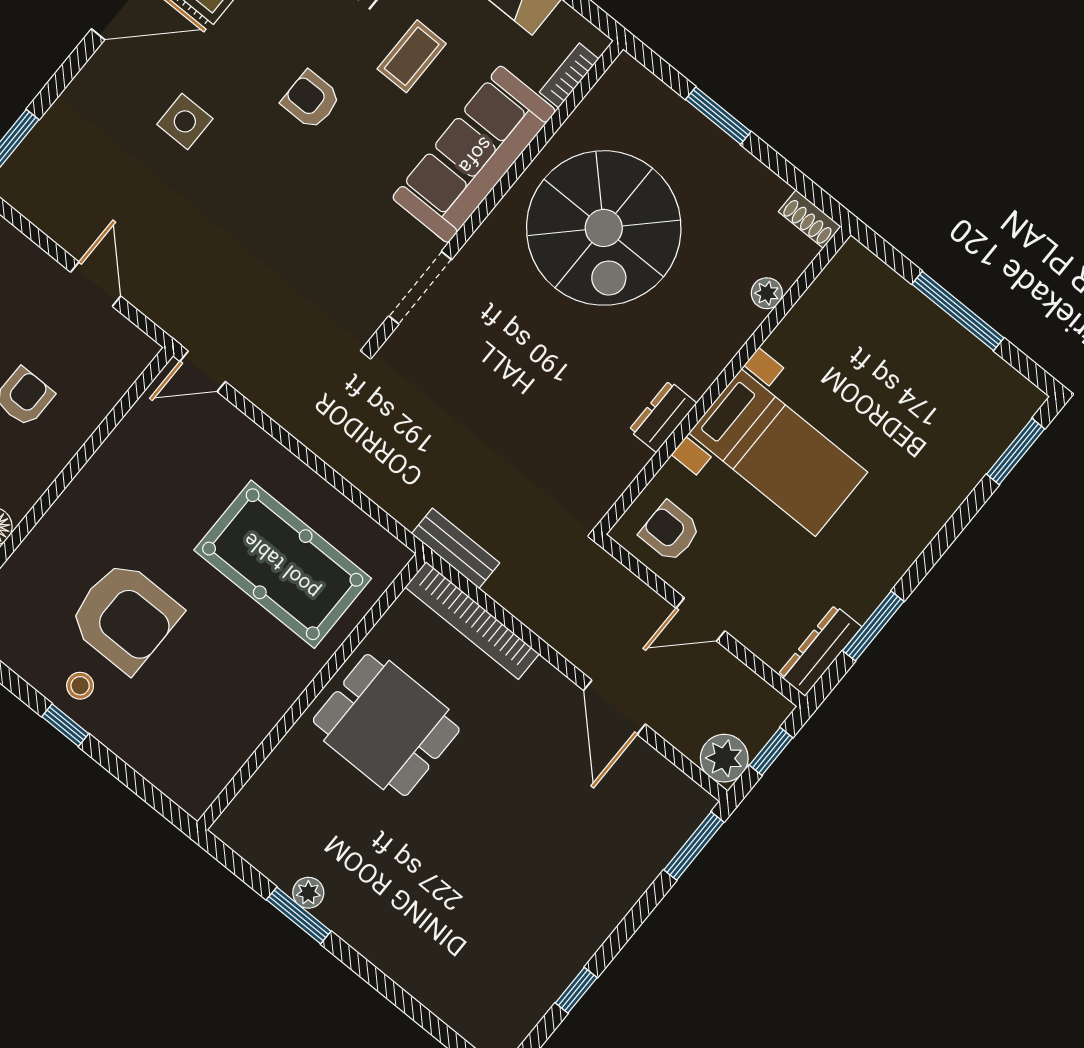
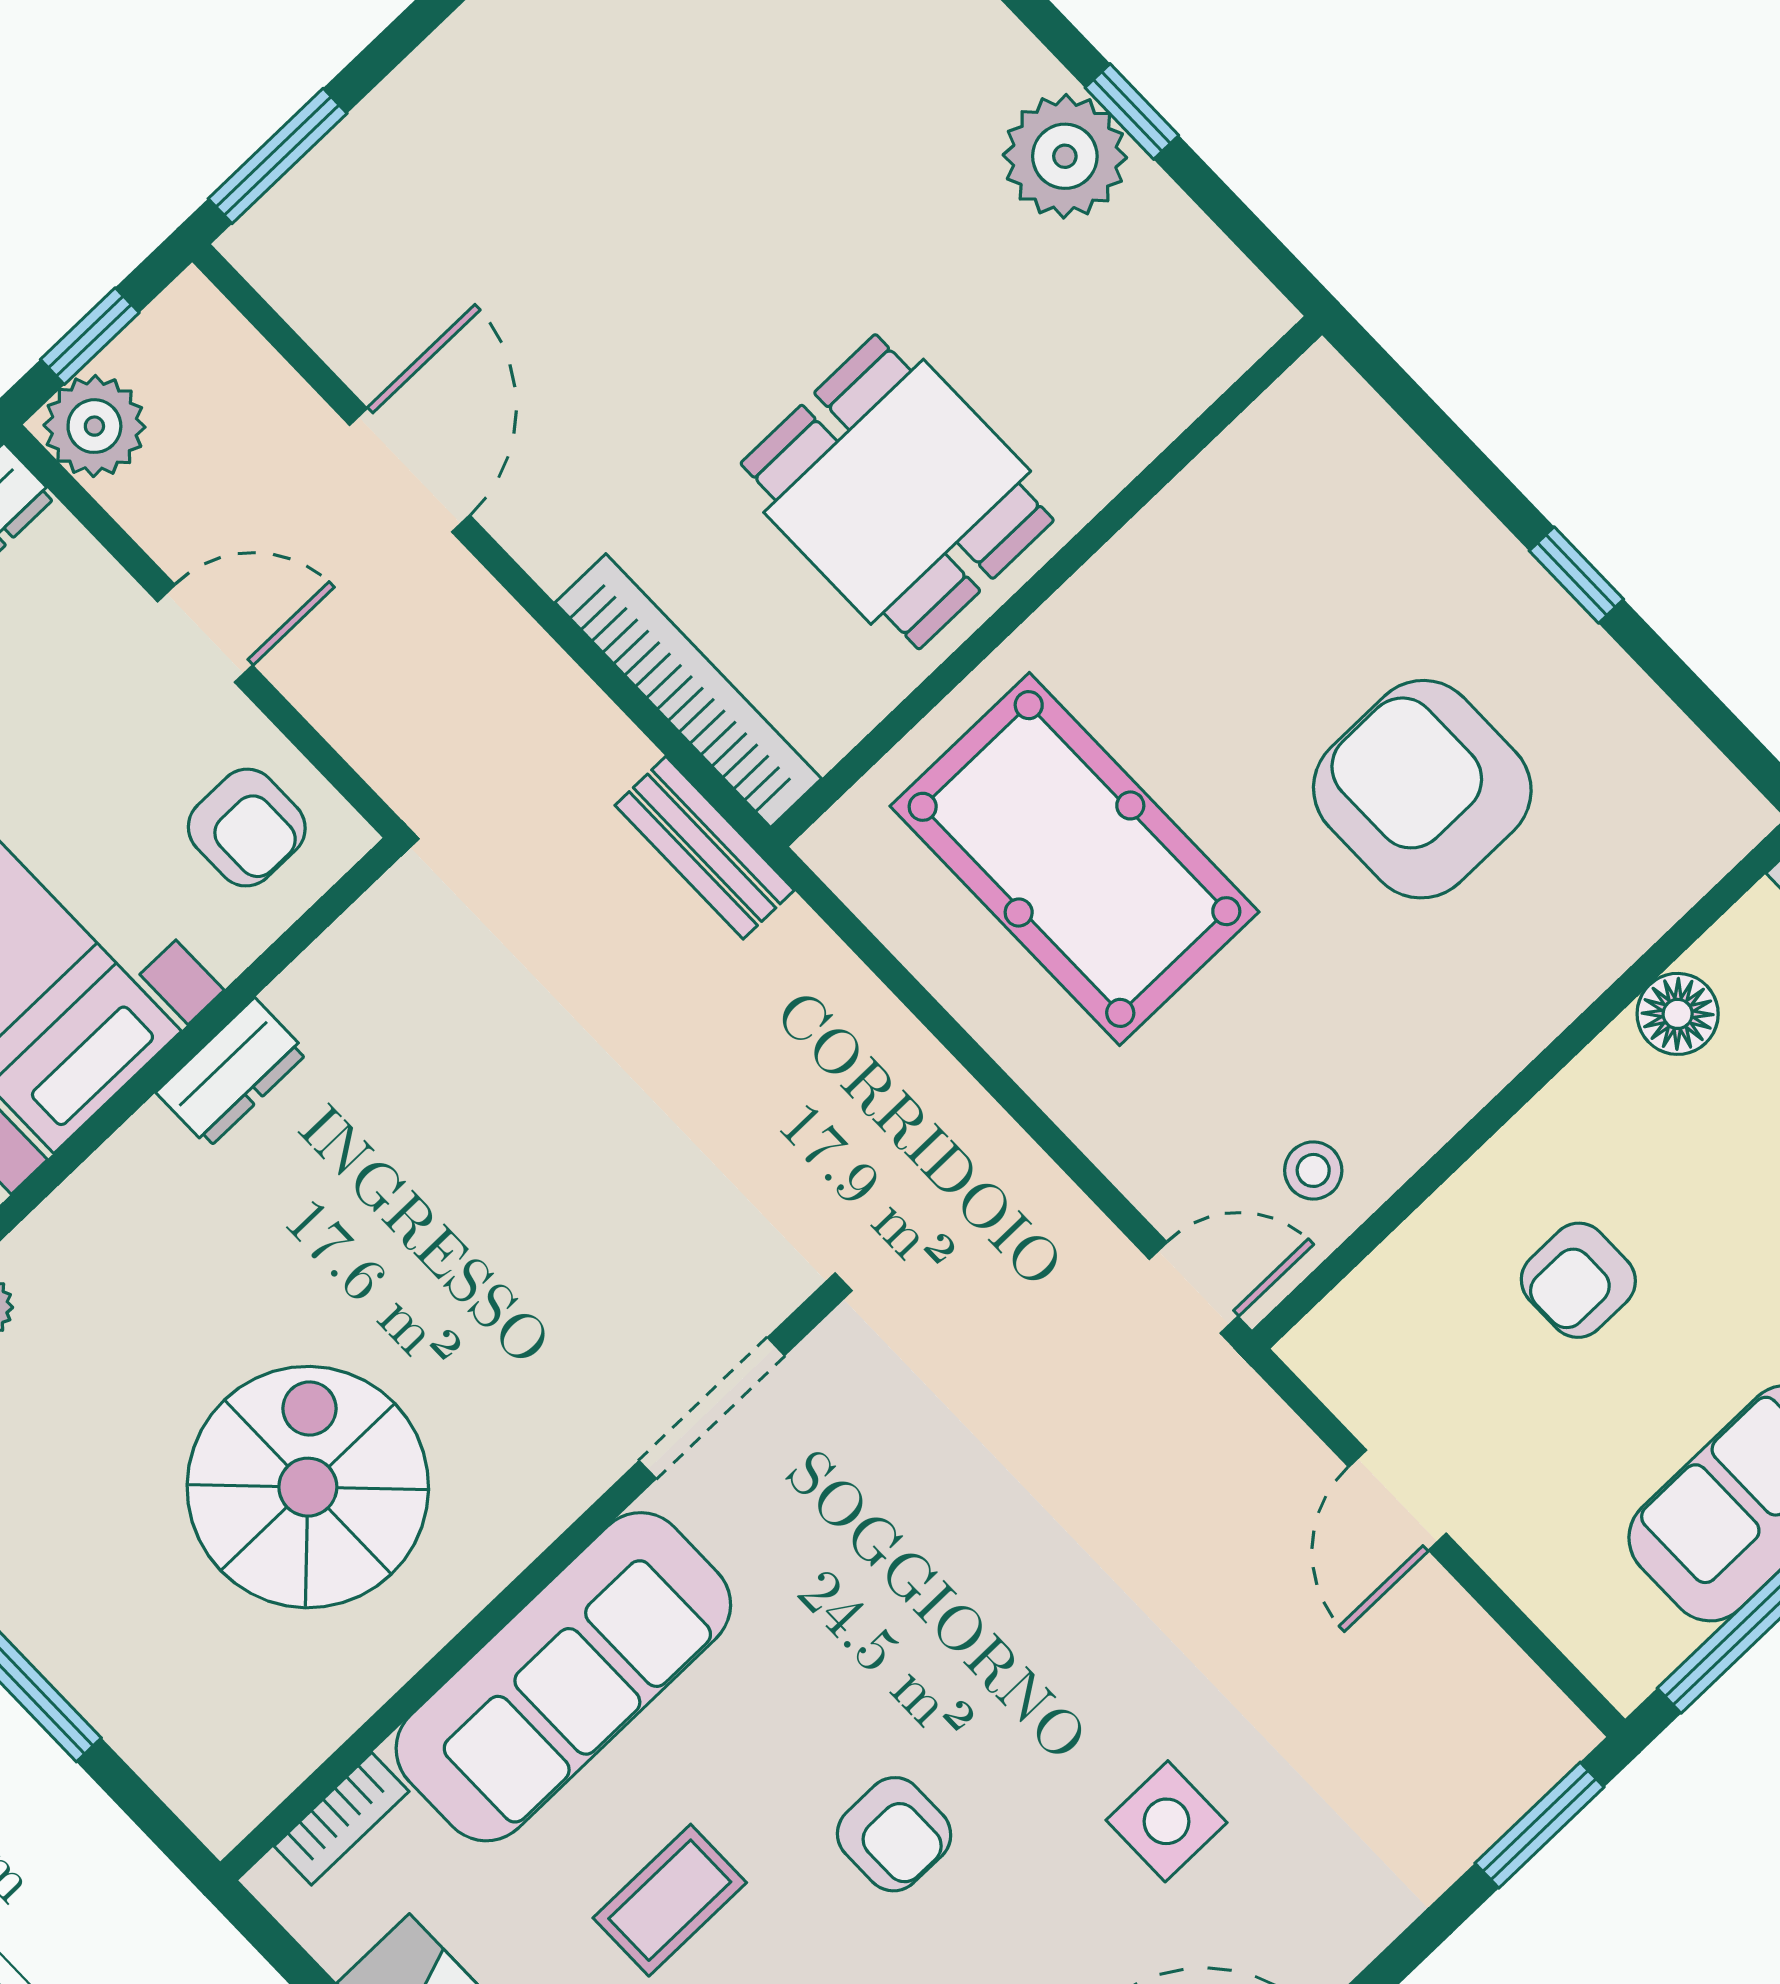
spiral stairs: (604, 228) -> (308, 1487), width x0.73, depth x0.73
stool: (80, 686) -> (1313, 1170), moved
plant: (724, 758) -> (94, 426), moved
plant: (308, 893) -> (1065, 156), width x1.88, depth x1.88
window: (299, 915) -> (1132, 112), width x0.67

